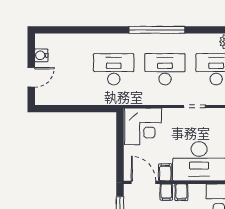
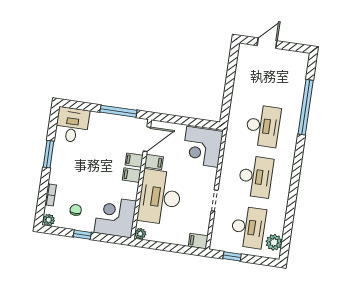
window: (157, 30) -> (306, 107), moved
water cooler: (41, 55) -> (287, 56), removed
door: (31, 77) -> (267, 43), swing flipped

